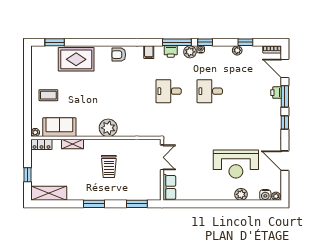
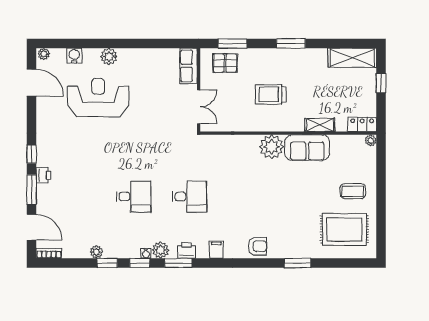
window: (55, 42) -> (297, 263), moved
window: (177, 42) -> (178, 263), width x0.69
window: (245, 42) -> (107, 263), moved
rug: (76, 59) -> (344, 229), moved
printer: (276, 93) -> (44, 175), moved
sofa: (59, 127) -> (307, 148), moved
double door: (162, 157) -> (199, 107), swing flipped
door: (285, 161) -> (32, 83), moved
trolley: (109, 166) -> (271, 94), turned -90
pallet: (142, 190) -> (225, 63), added
plant: (241, 194) -> (109, 56), moved
water cooler: (265, 195) -> (74, 56), moved

